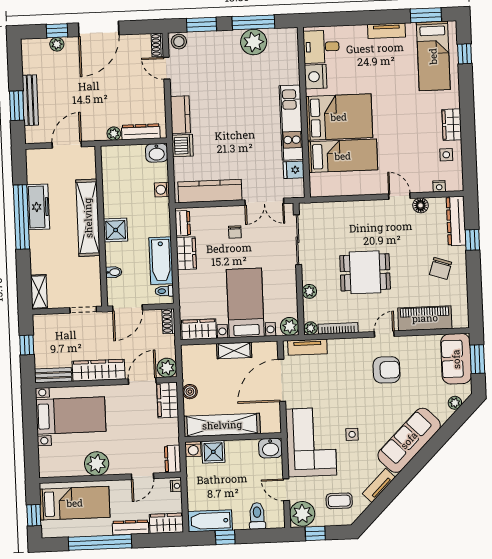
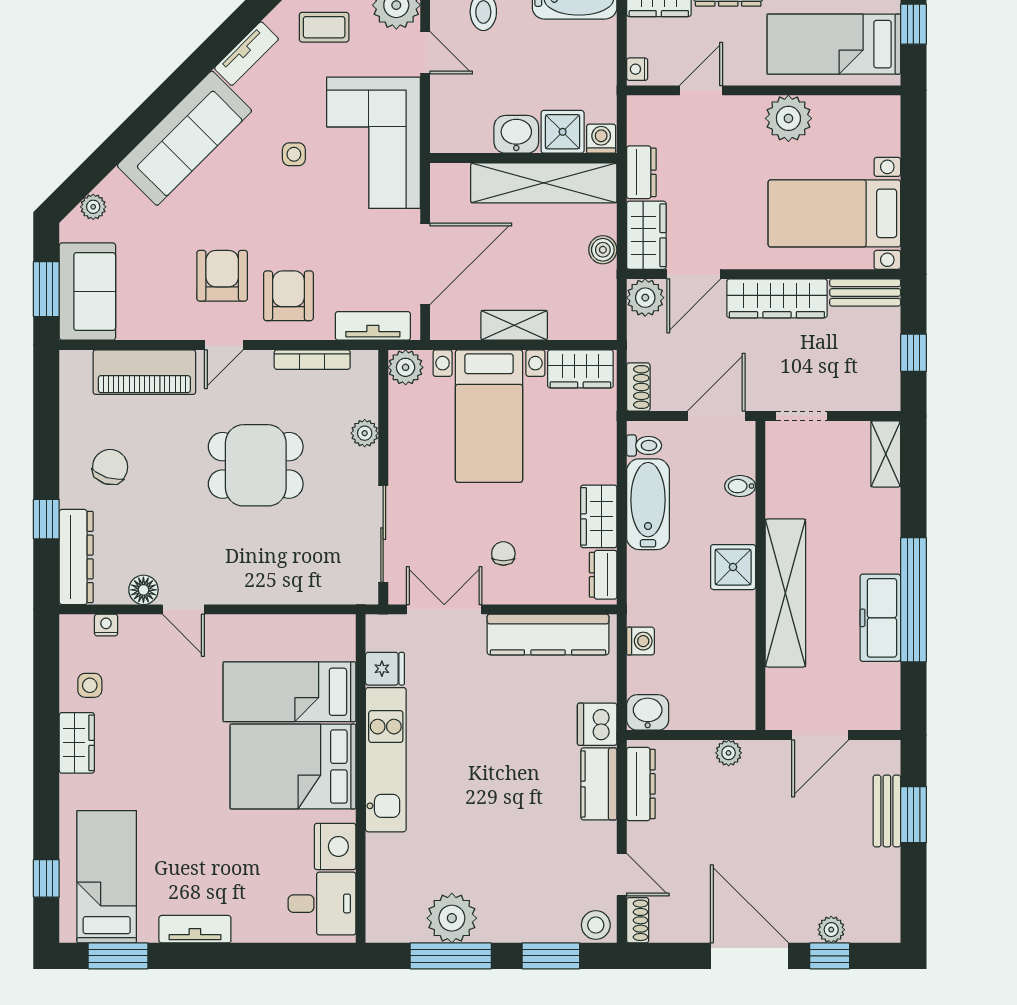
door: (99, 29) -> (749, 956), hinge flipped
bench: (30, 100) -> (887, 811), width x0.73
dresser: (141, 132) -> (641, 784), moved, turned -90
plant: (311, 328) -> (365, 362), removed
armchair: (352, 361) -> (288, 296), added
armchair: (387, 370) -> (222, 276), turned 90
washbasin: (270, 448) -> (516, 134), moved
dresser: (173, 459) -> (641, 172), moved

